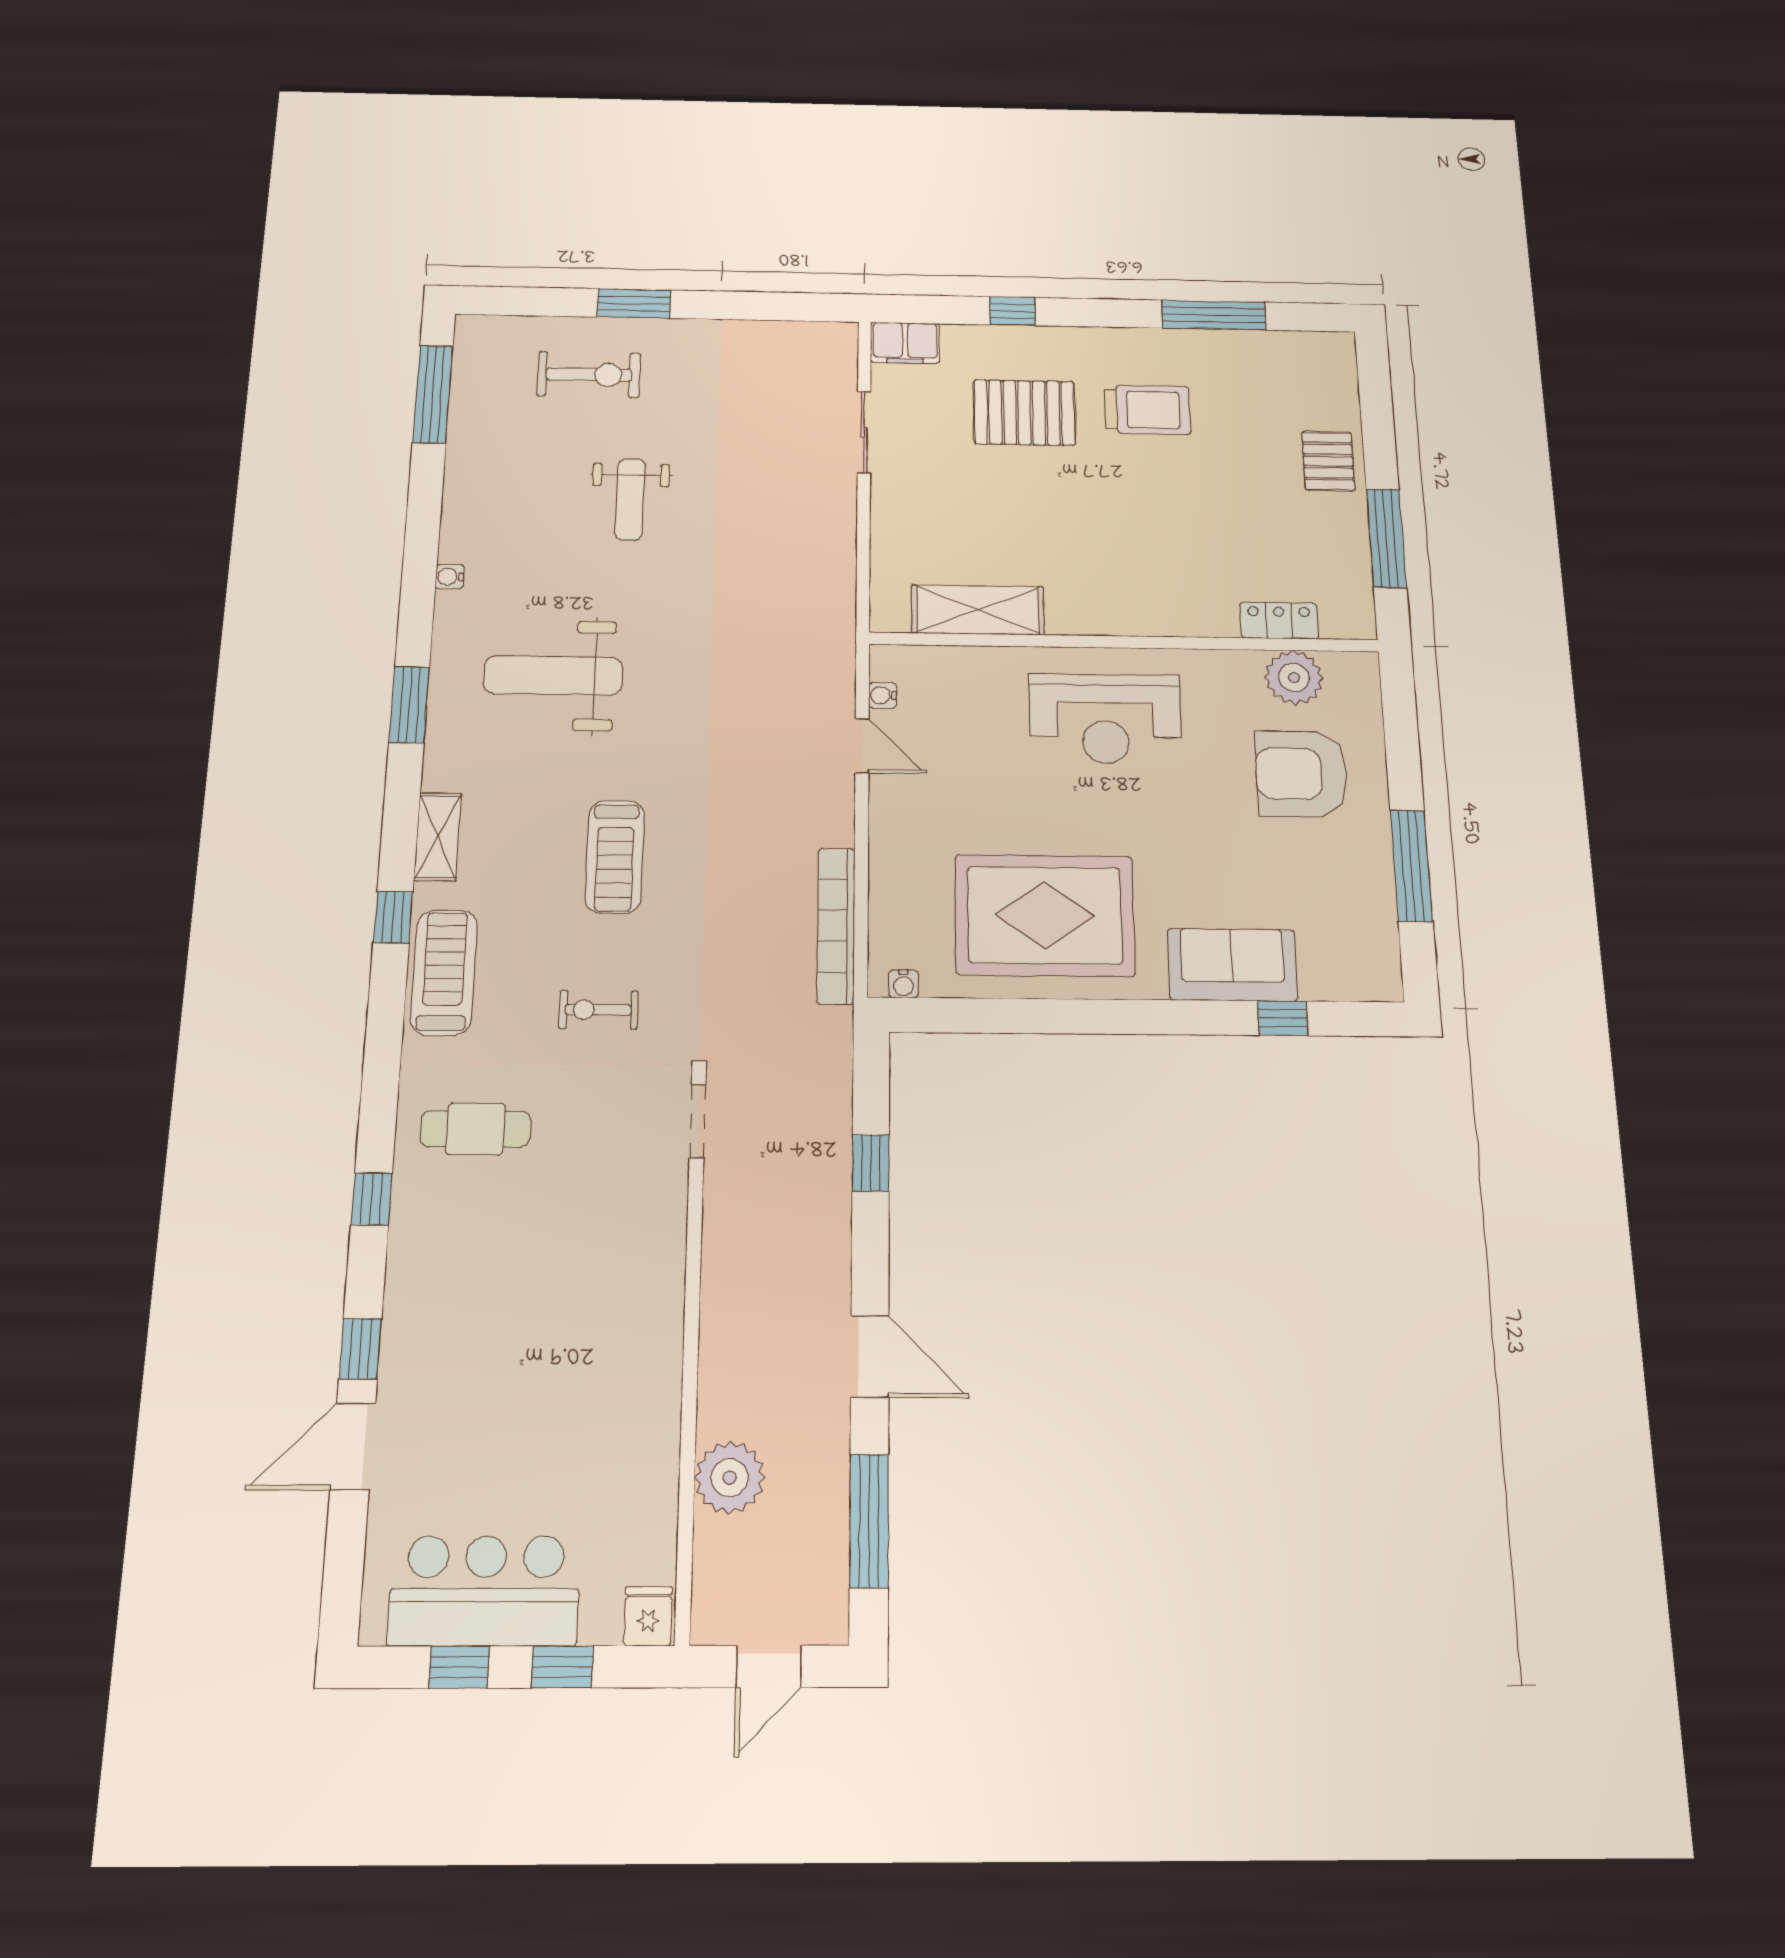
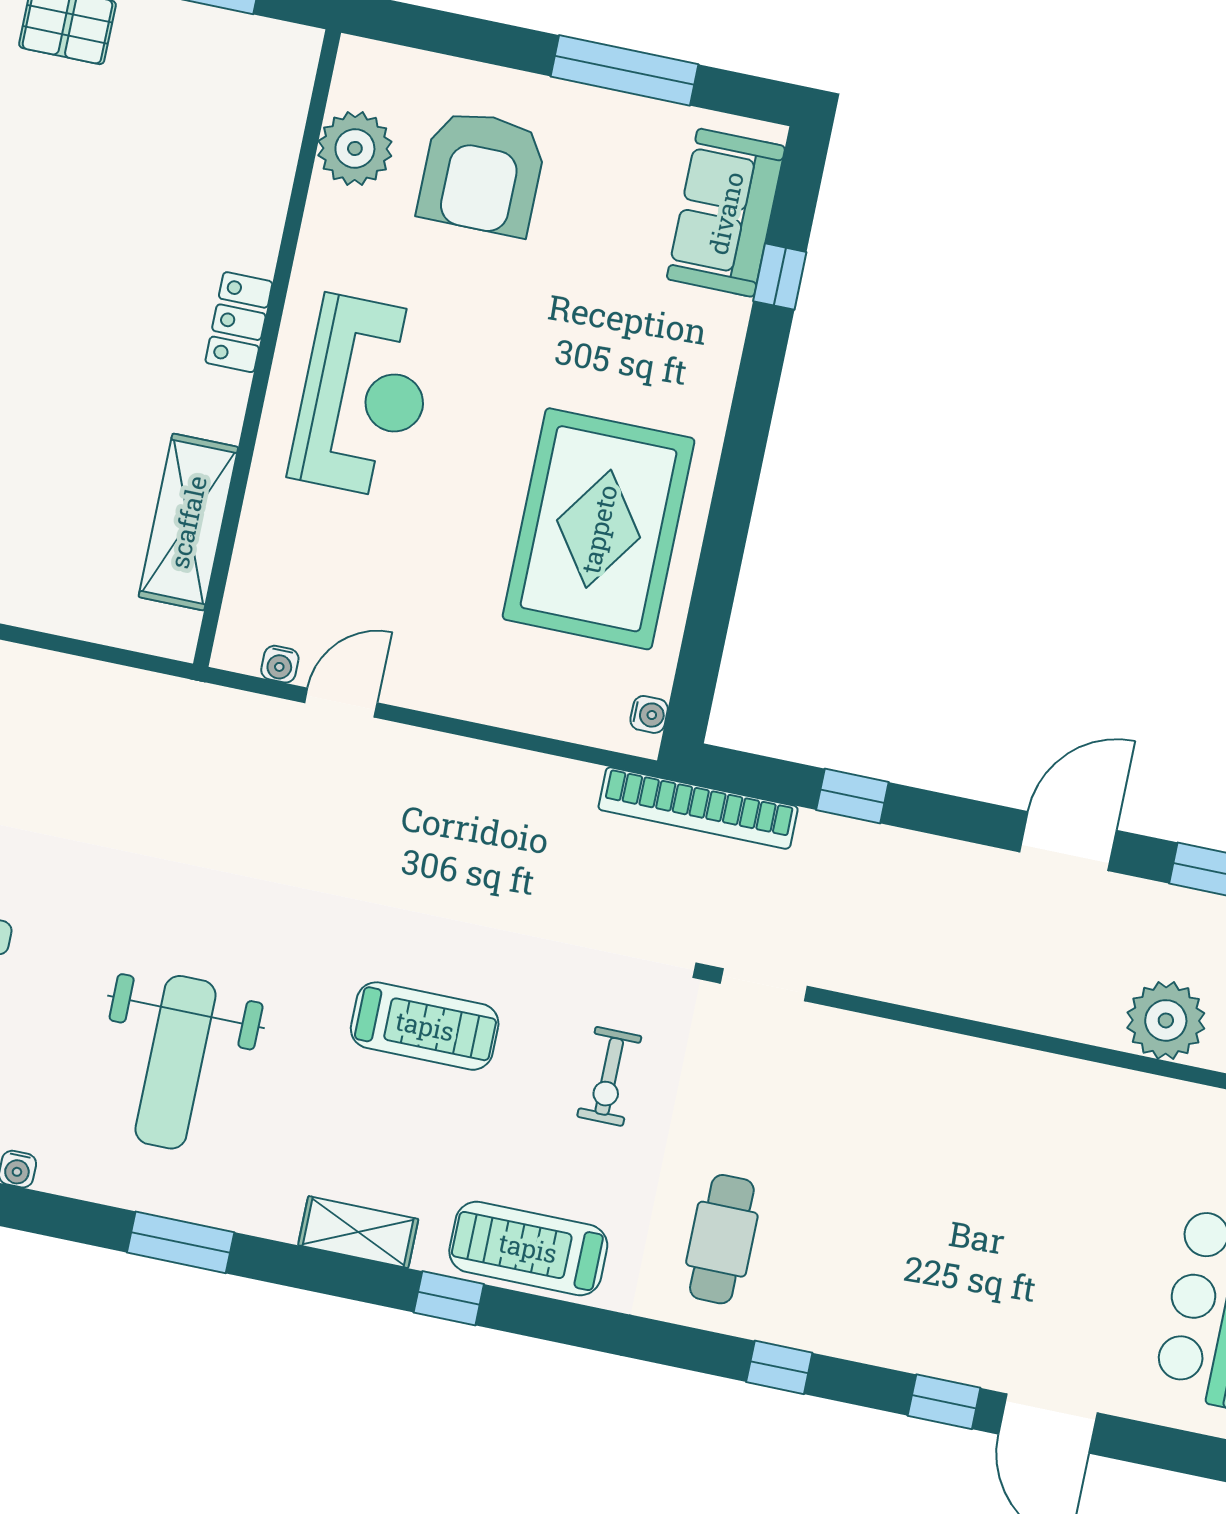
locker: (1279, 621) -> (239, 322), moved
bookcase: (836, 926) -> (698, 808), moved
sofa: (1232, 965) -> (726, 213), moved

